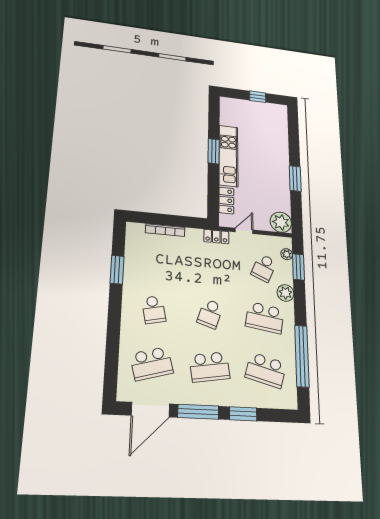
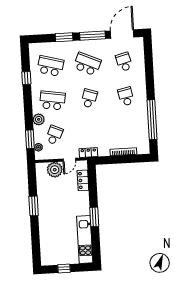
kitchen unit: (228, 156) -> (85, 239), moved
plant: (281, 222) -> (55, 170), moved
window: (117, 270) -> (152, 120), width x2.11
window: (302, 356) -> (26, 78), width x0.32
school desk: (152, 364) -> (124, 62), width x0.54
school desk: (210, 367) -> (87, 64), turned 33

